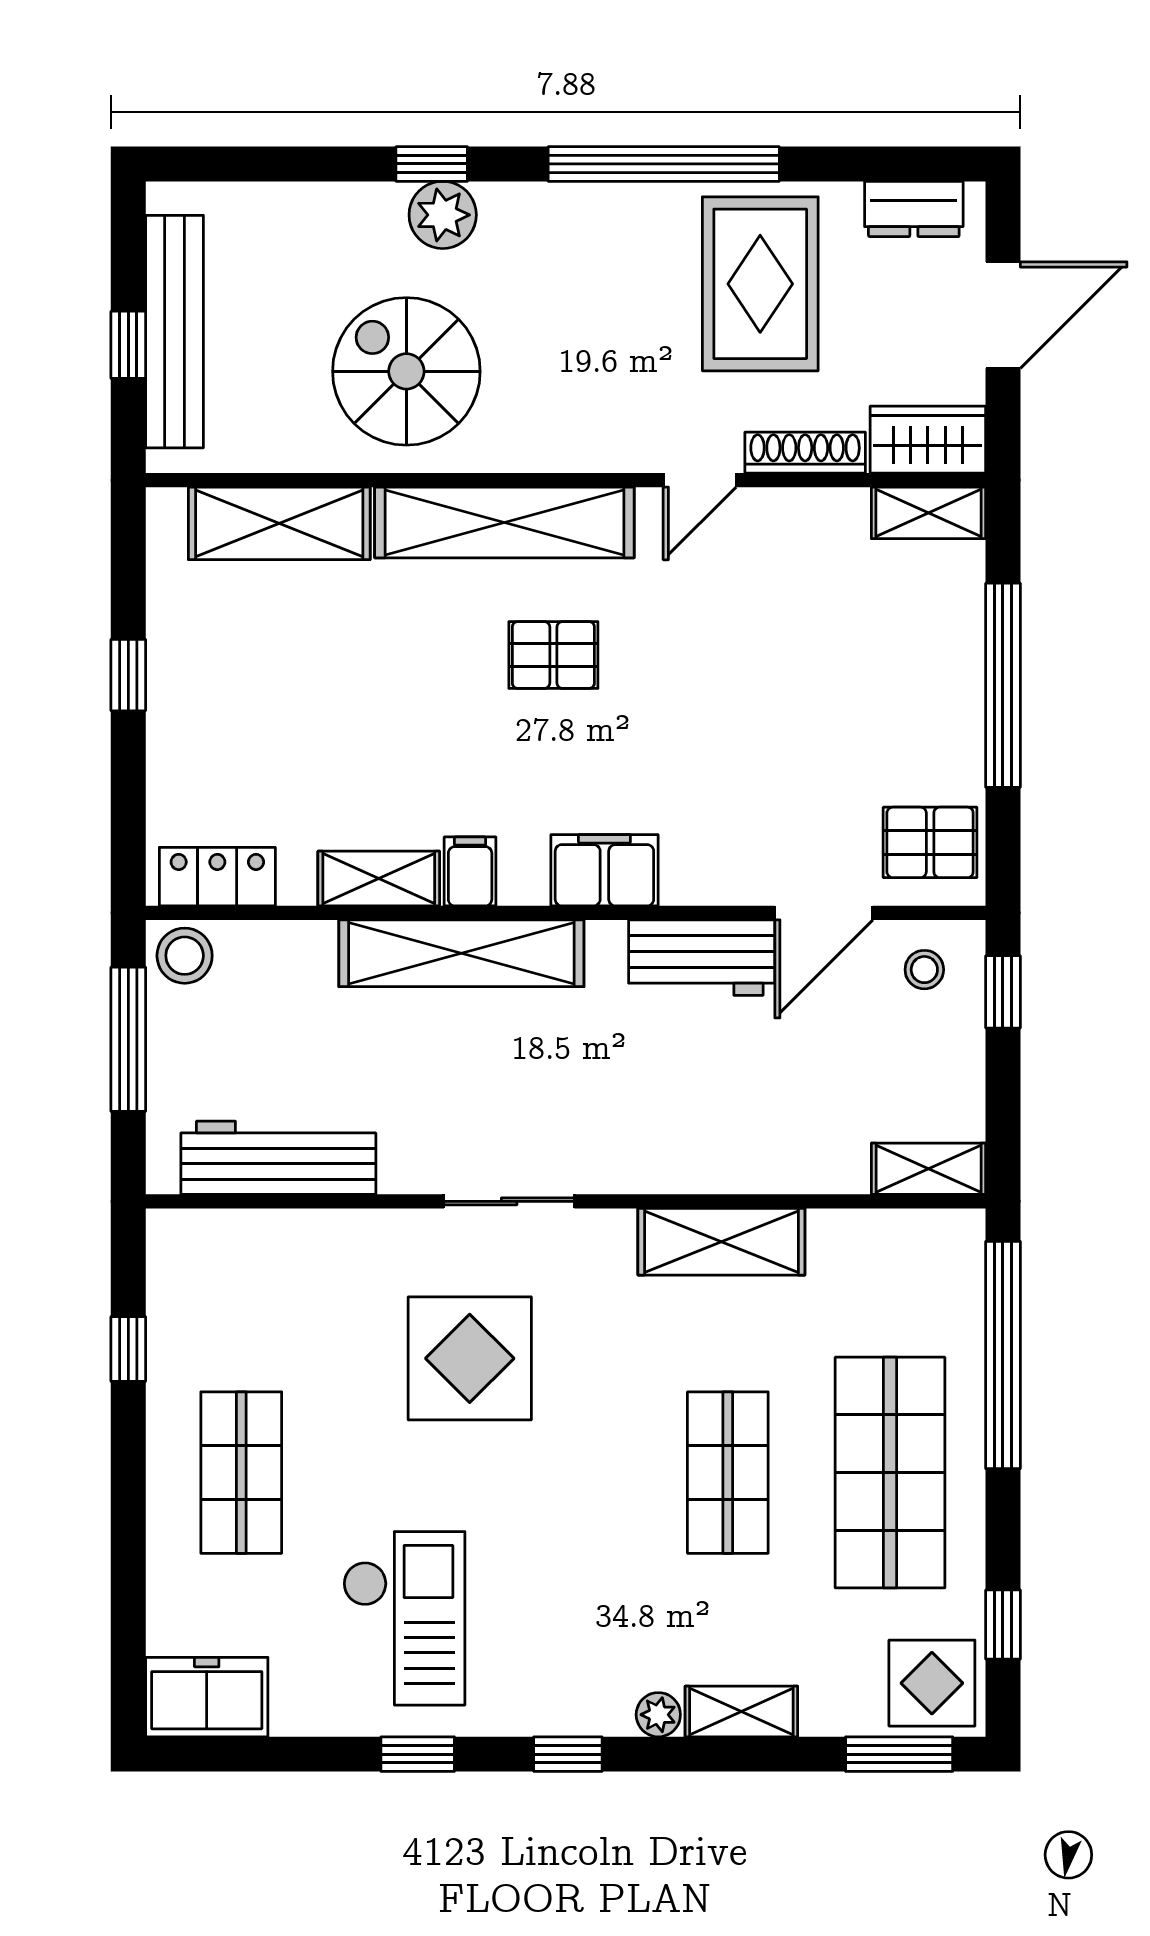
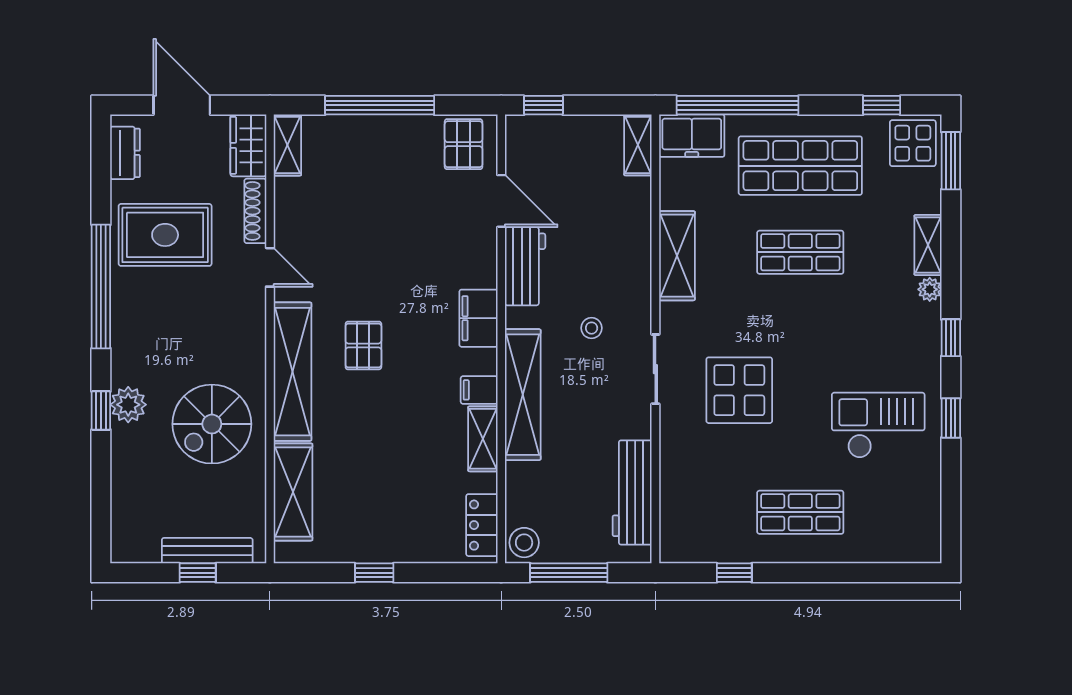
bench: (174, 332) -> (207, 551), width x0.73, depth x0.82
stool: (924, 970) -> (592, 328), moved
freezer: (207, 1697) -> (692, 136), moved, turned -90

